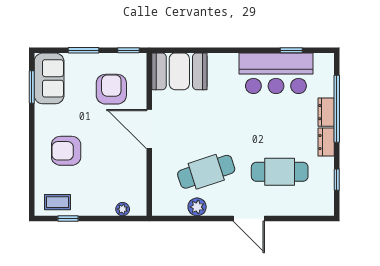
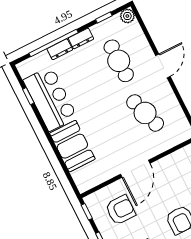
booth: (179, 71) -> (72, 146), moved
armchair: (111, 89) -> (120, 210), turned 180
plant: (197, 207) -> (127, 16), moved

